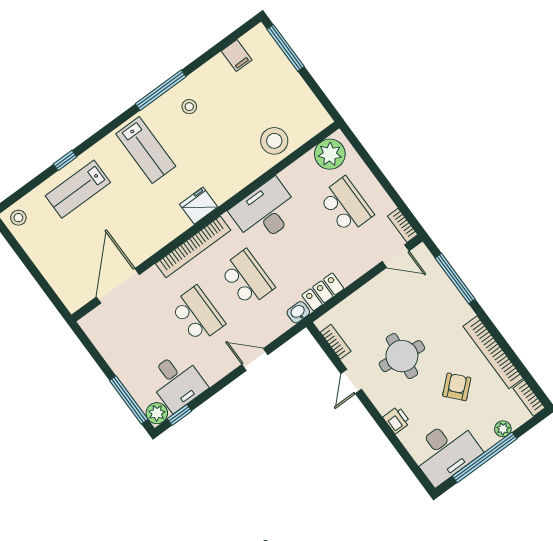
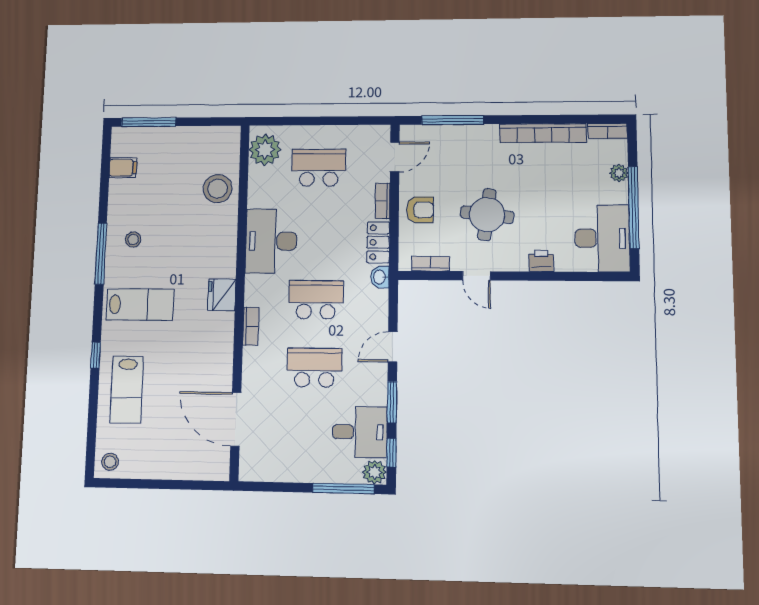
window: (65, 160) -> (96, 355), moved
bookcase: (403, 225) -> (383, 201), moved, turned 90
bookcase: (193, 247) -> (251, 326), width x0.43, depth x0.76
armchair: (457, 387) -> (420, 210), moved, turned 132
window: (215, 389) -> (392, 402), added

